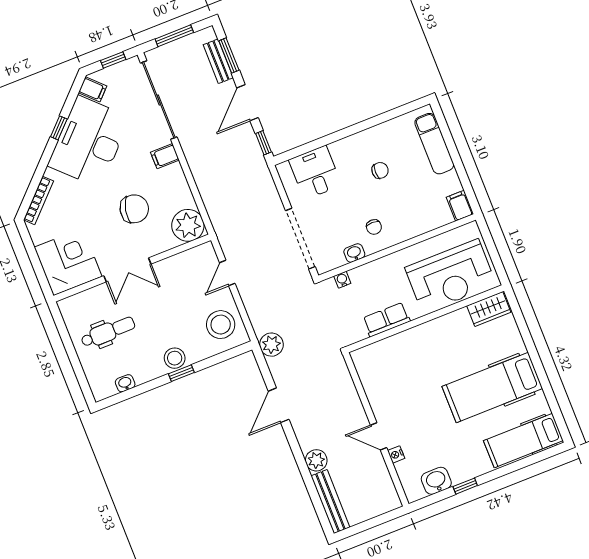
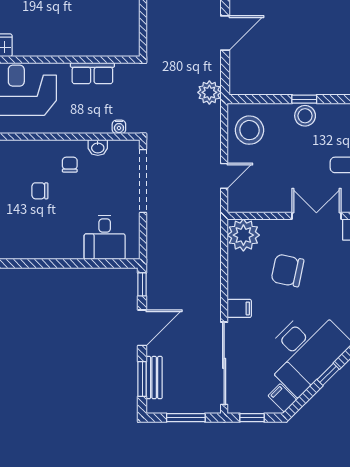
chair: (380, 170) -> (40, 191), moved

